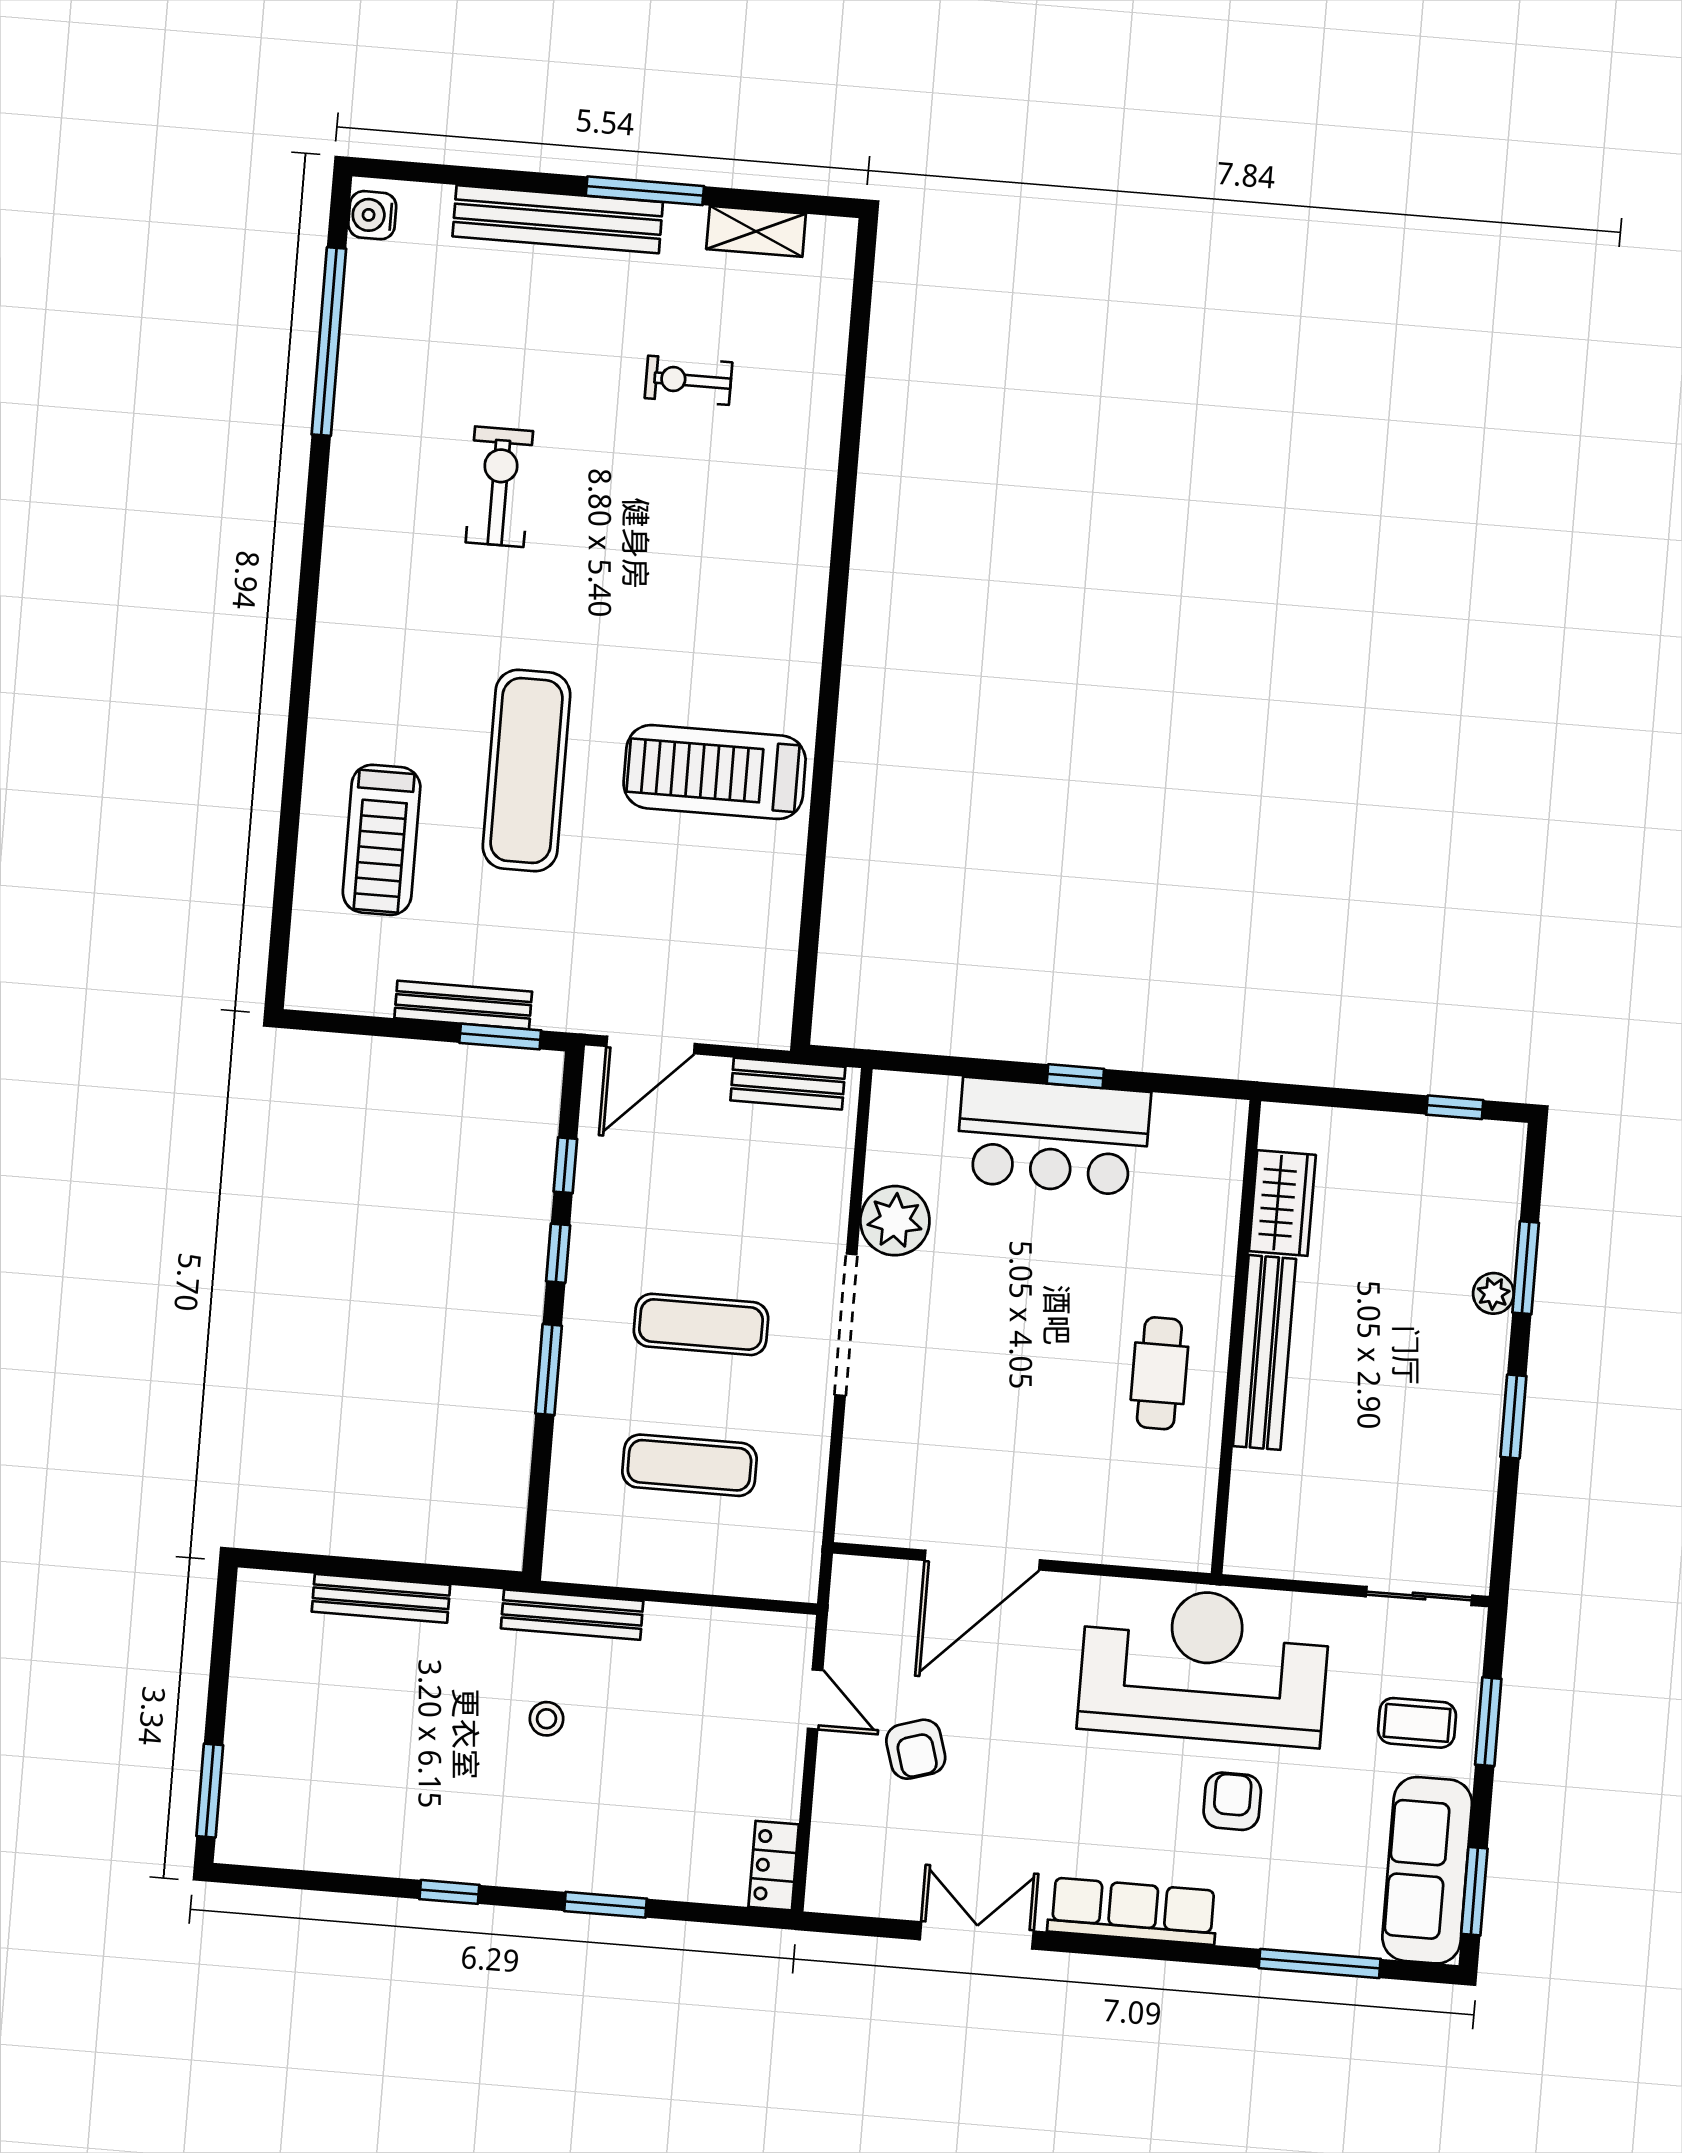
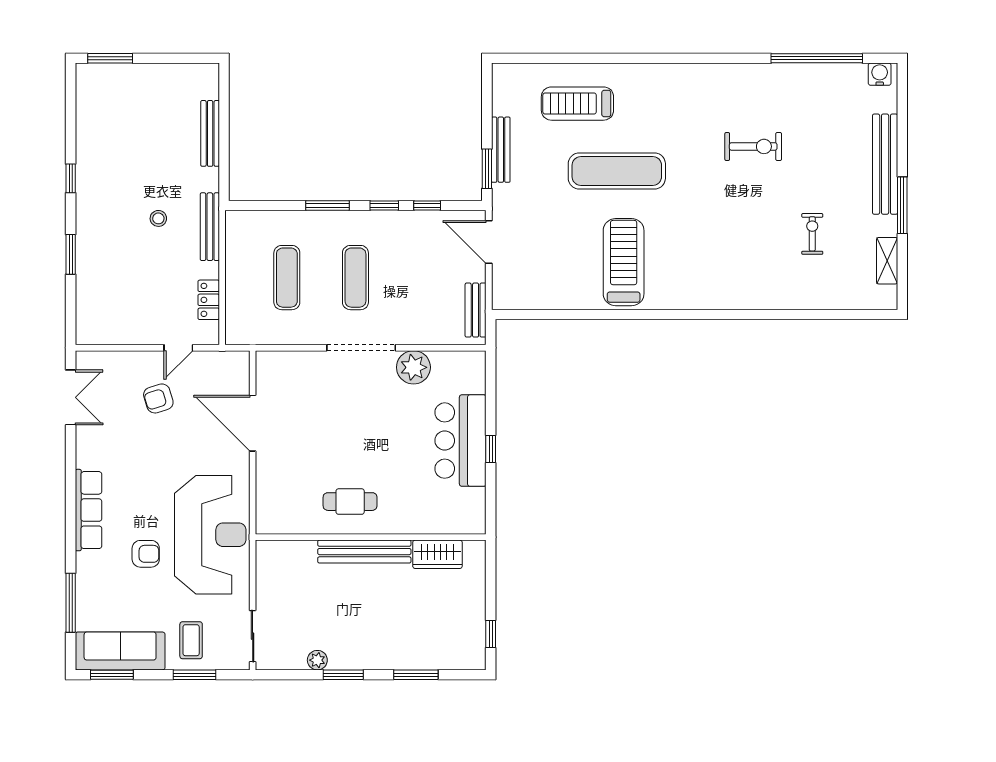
plant: (1493, 1293) -> (317, 660), moved
locker: (774, 1866) -> (209, 300), moved, turned -90
double door: (977, 1935) -> (71, 397), moved

